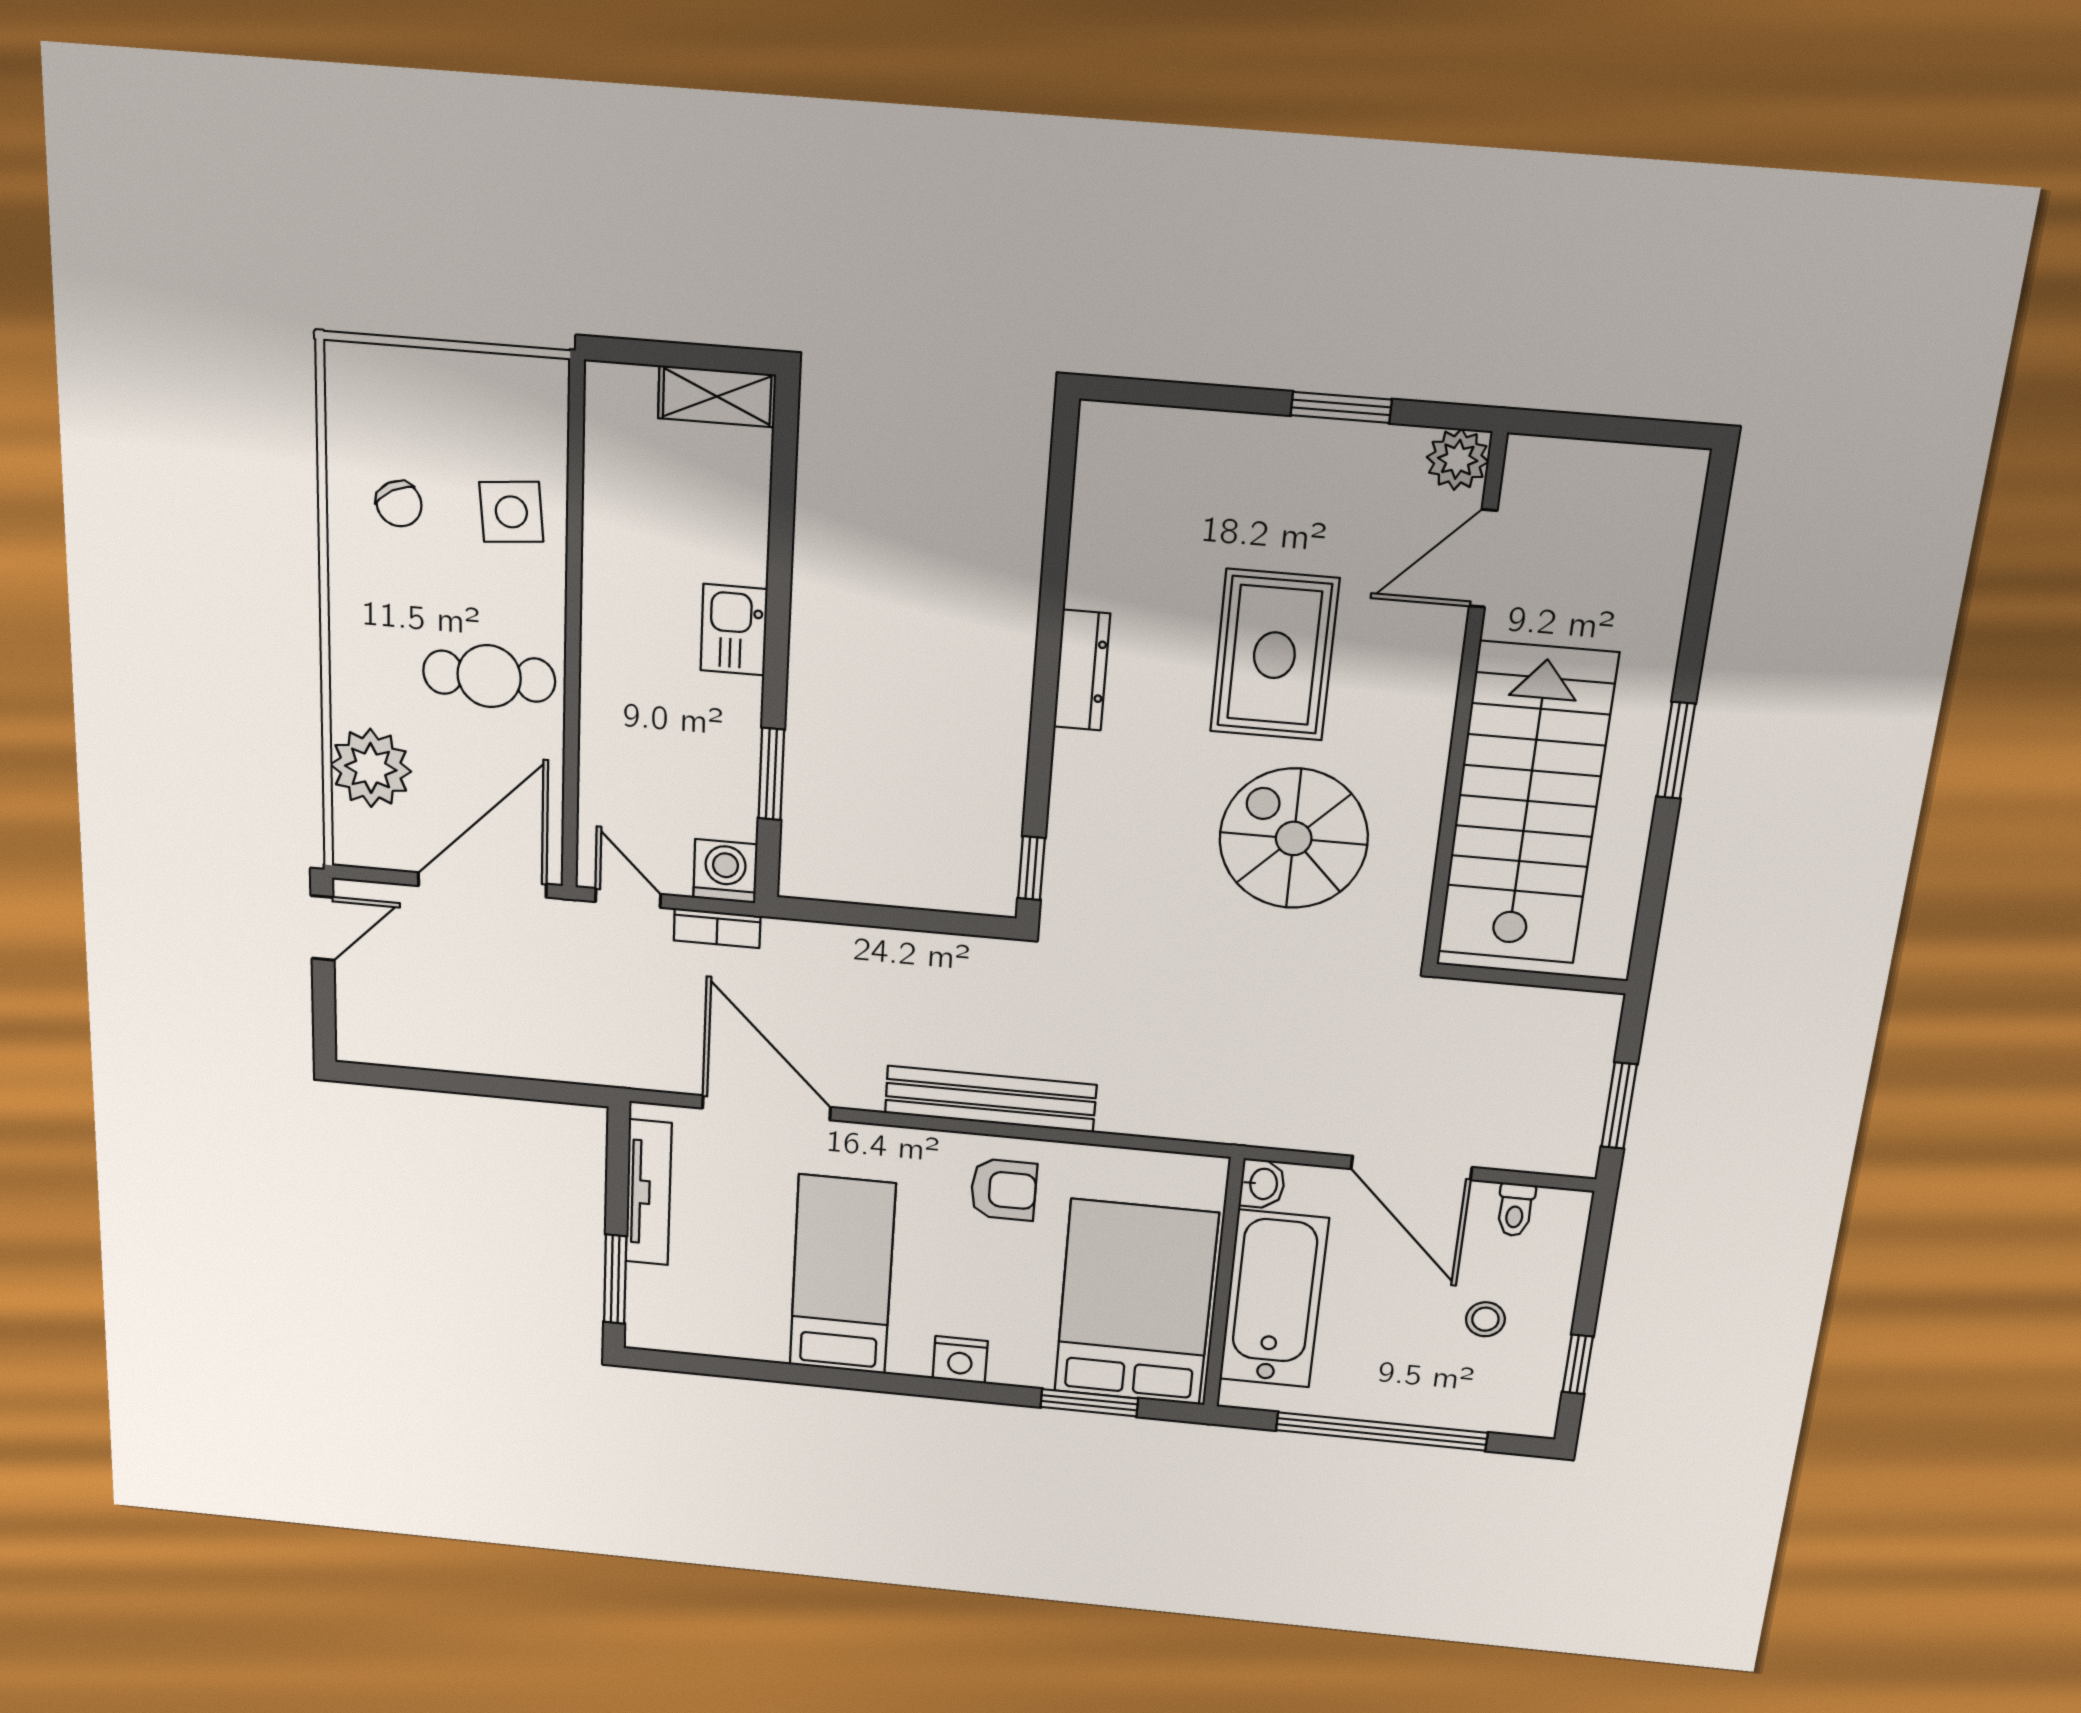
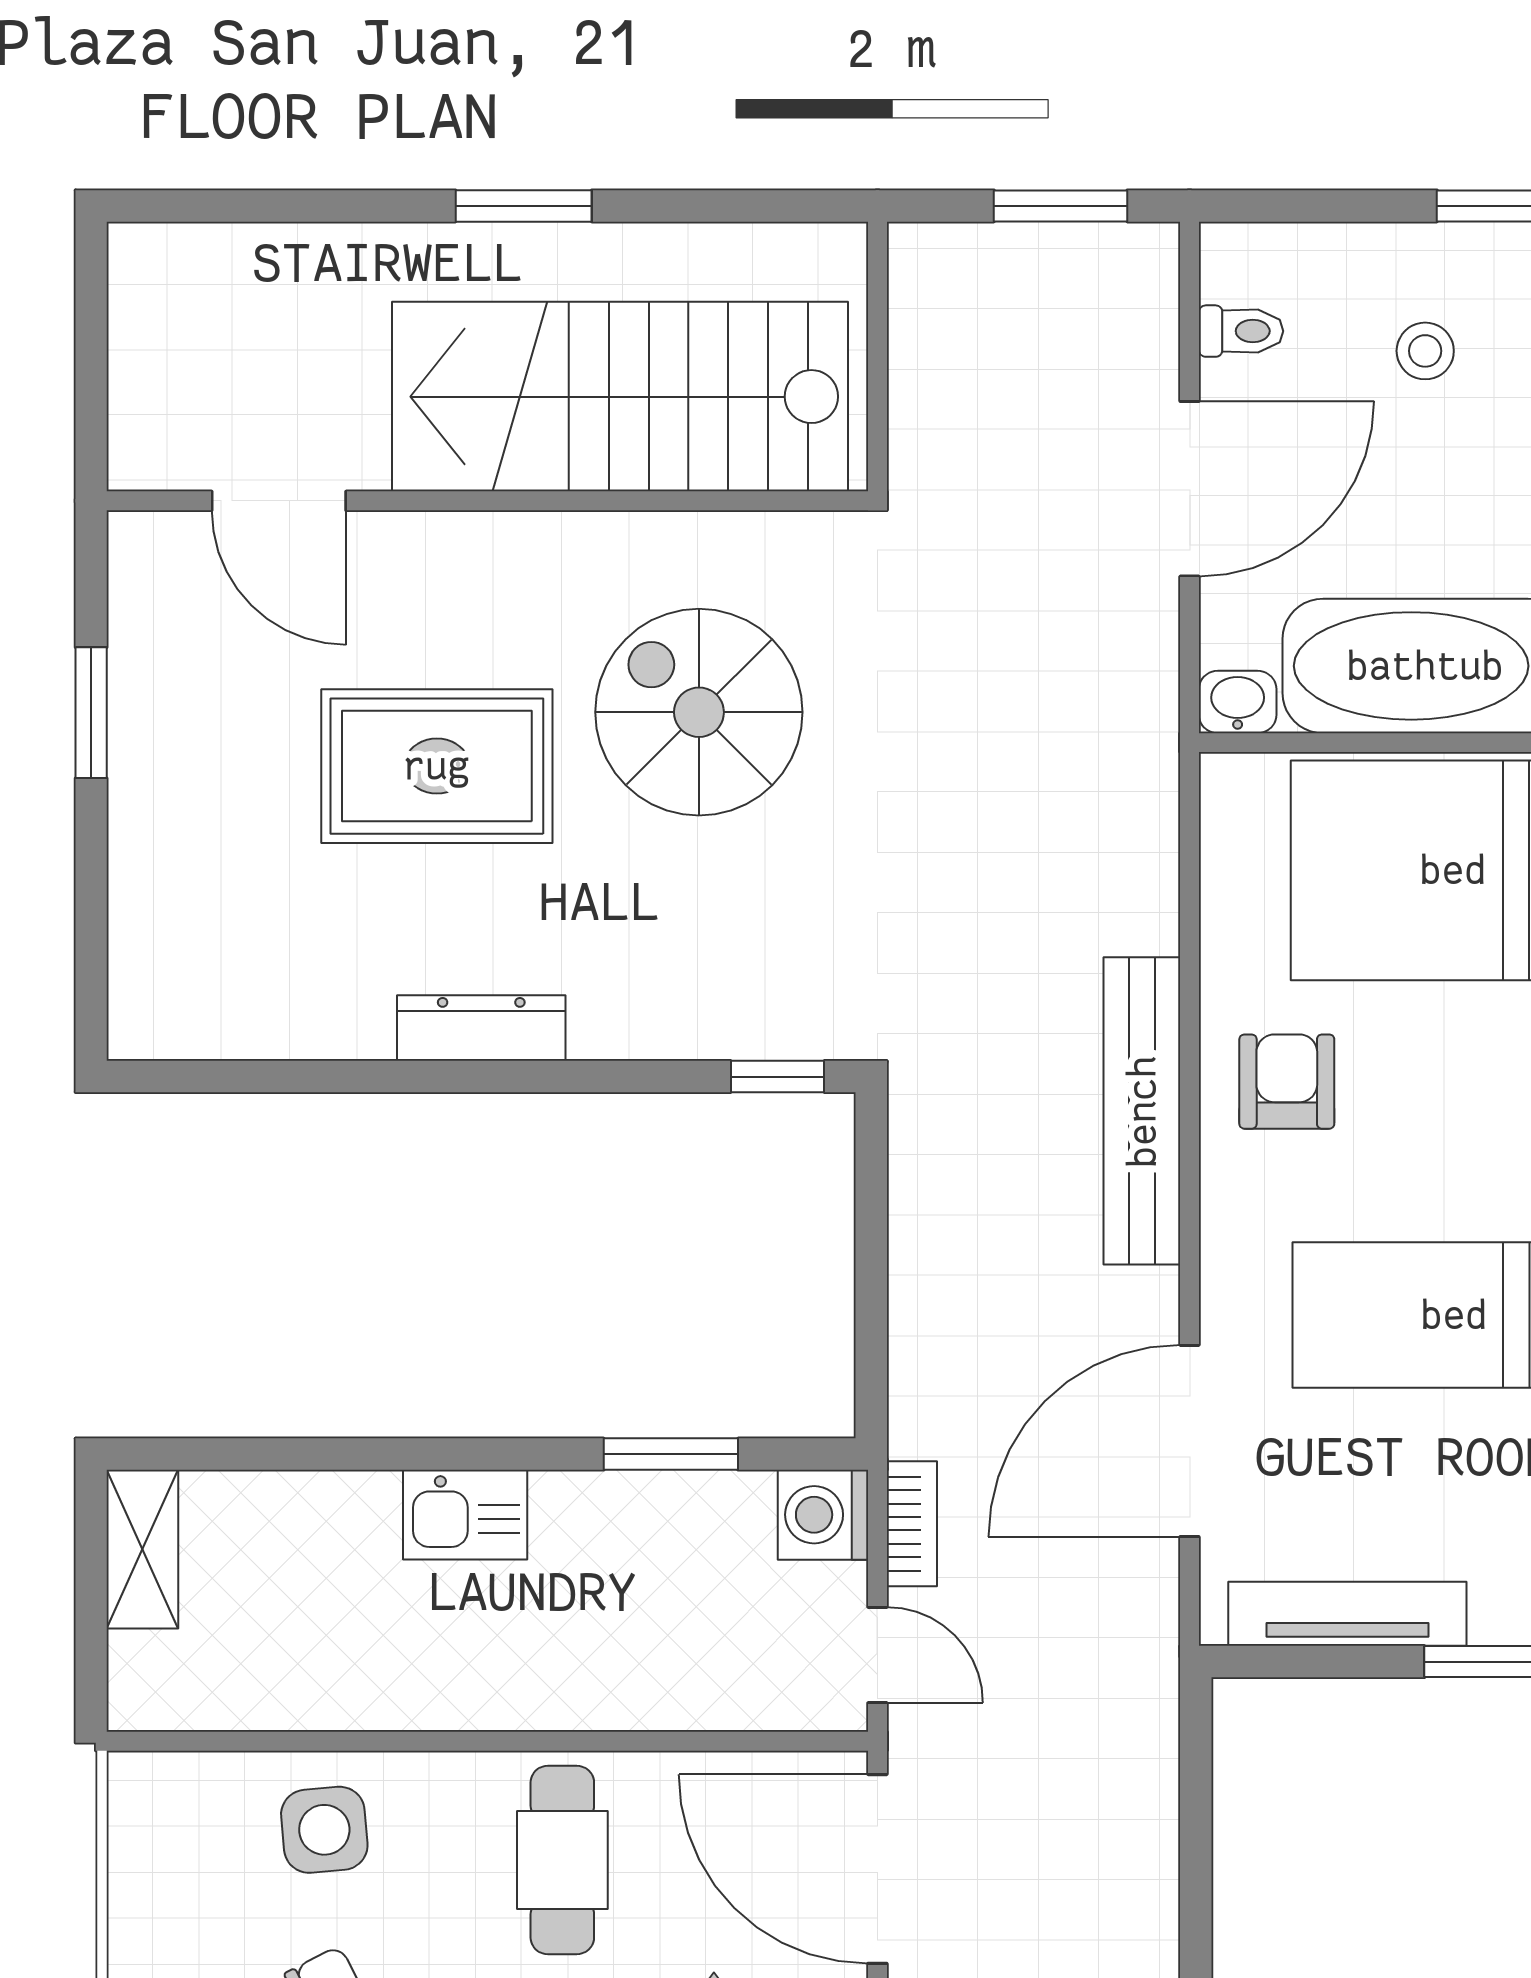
plant: (1458, 459) -> (148, 551), removed
spiral stairs: (1294, 838) -> (699, 712), turned 90
door: (628, 898) -> (877, 1655), swing flipped

